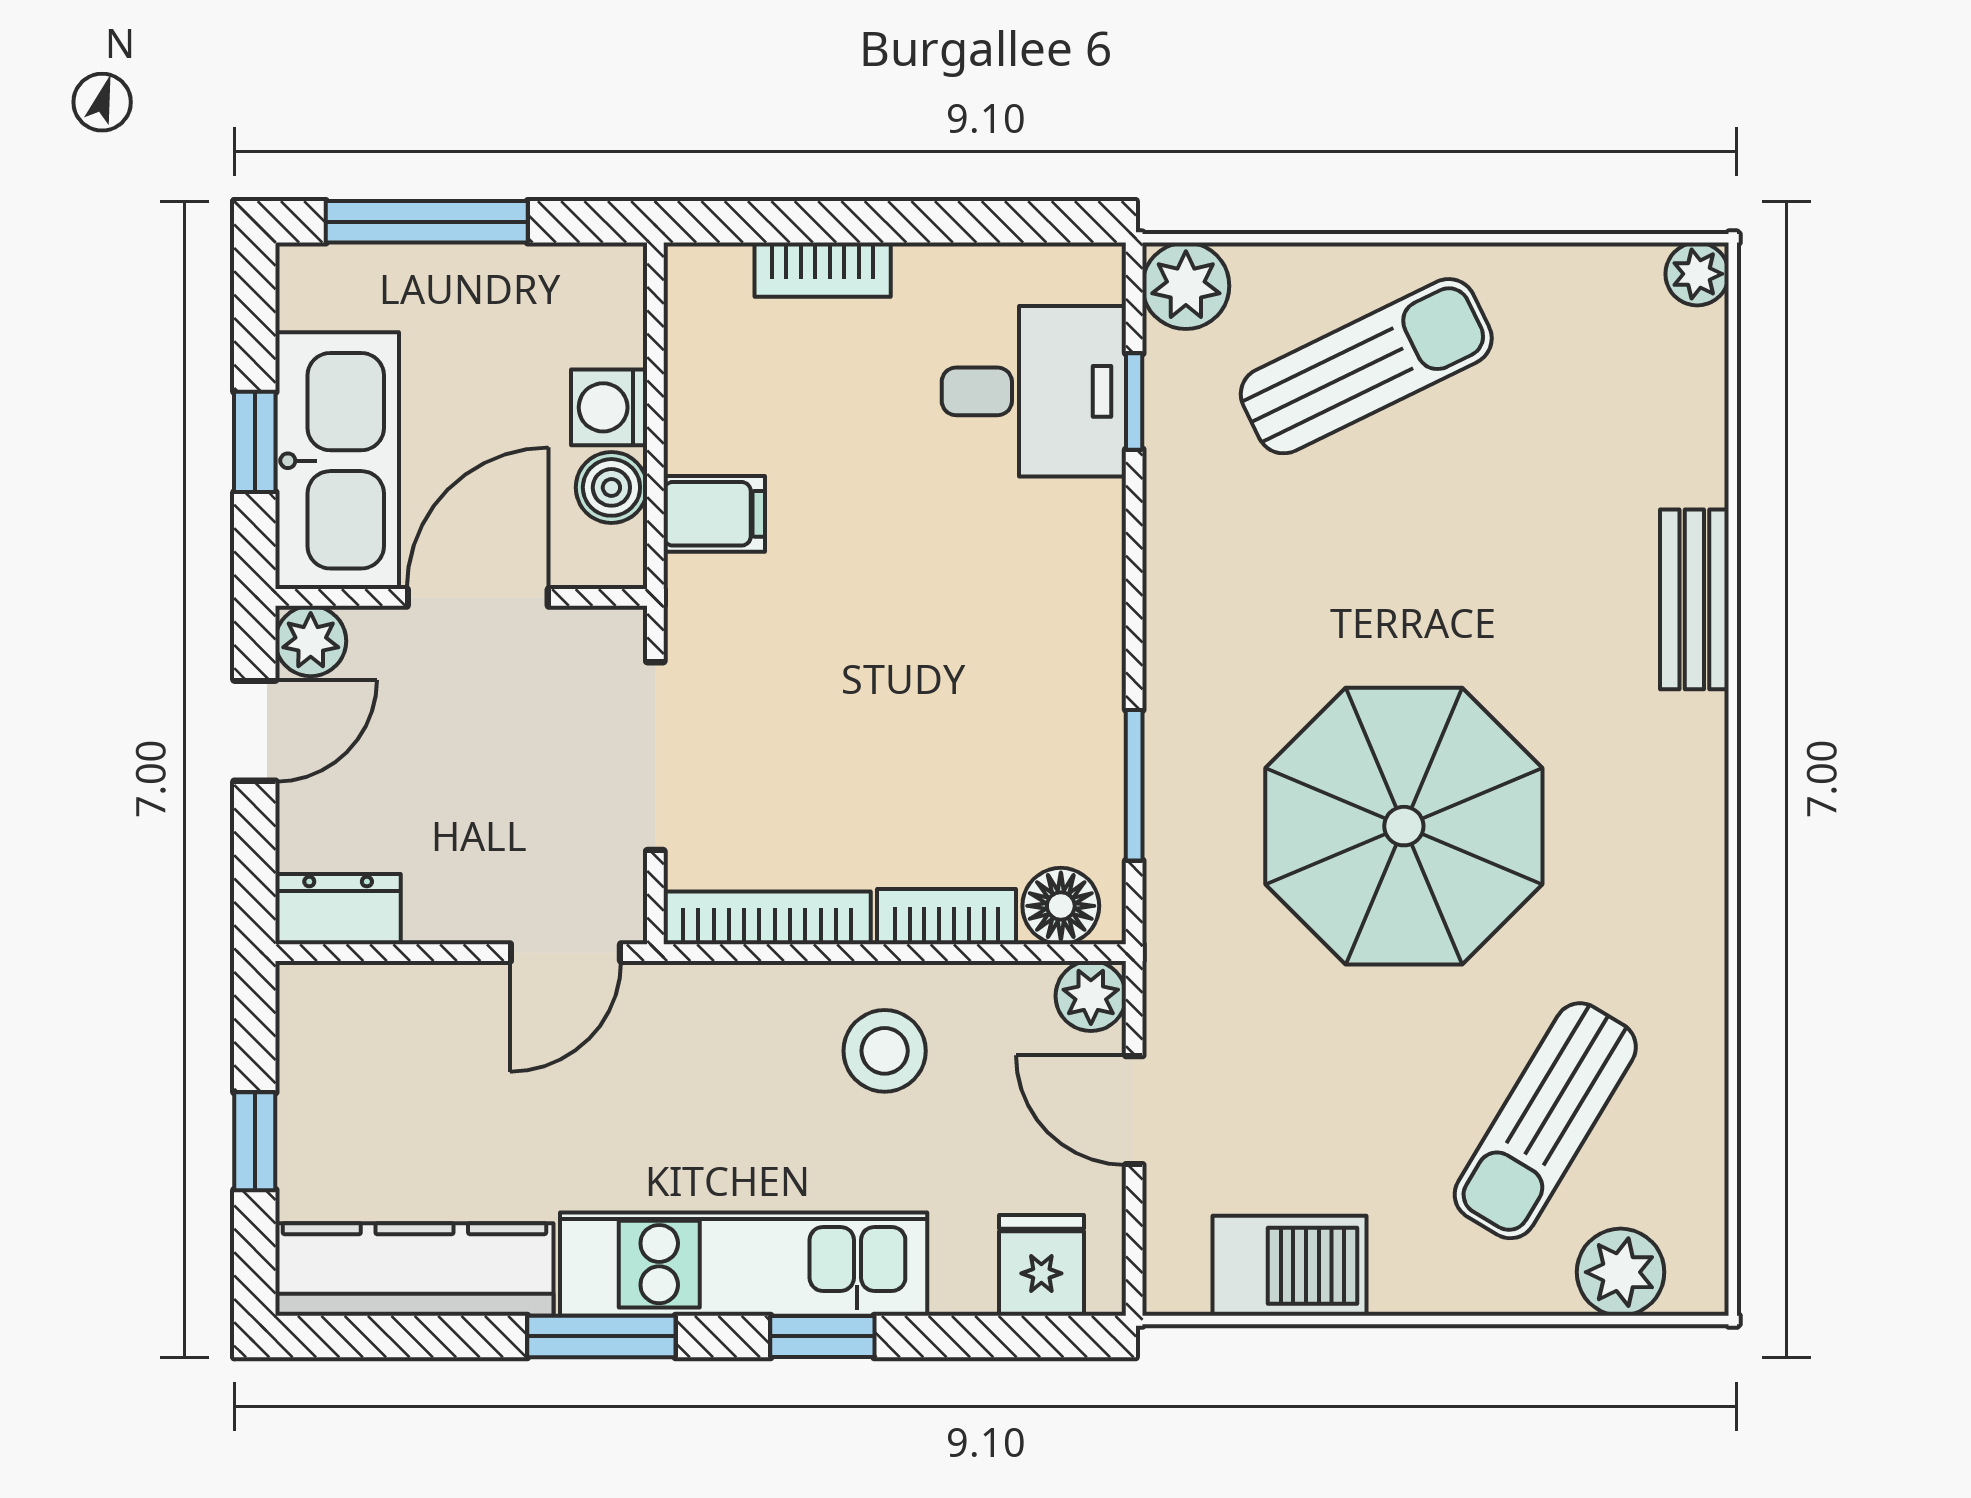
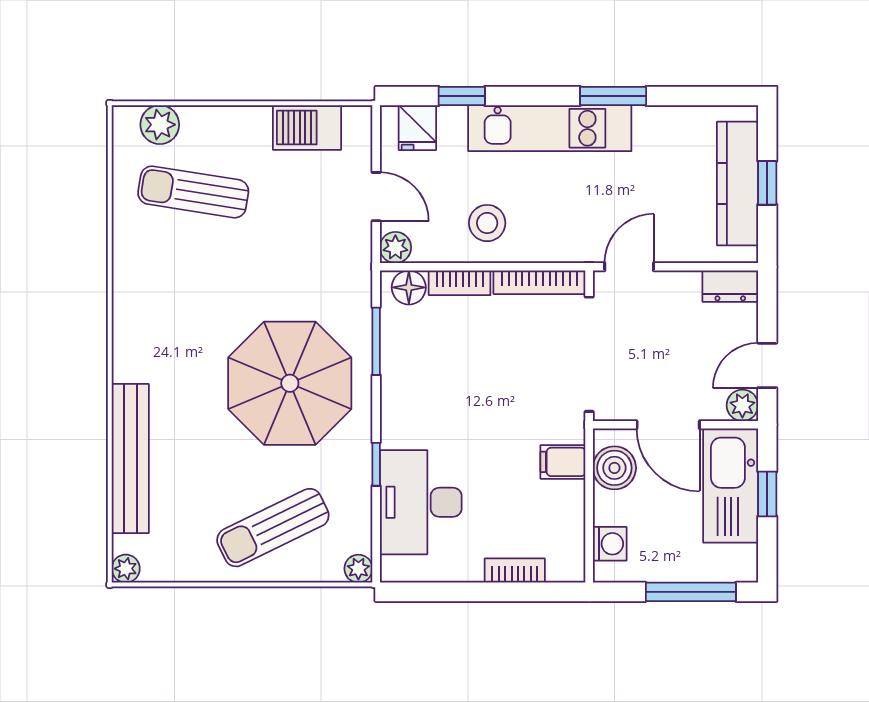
plant: (1186, 286) -> (358, 569), width x0.73, depth x0.73
desk: (1034, 391) -> (421, 502), width x1.37
window: (1134, 401) -> (376, 464), moved
washing machine: (609, 407) -> (610, 544), moved
boiler: (611, 487) -> (614, 468), width x1.36, depth x1.36
door: (478, 597) -> (668, 425), hinge flipped
bench: (1694, 599) -> (130, 458), width x1.86, depth x1.21
doorway: (655, 756) -> (589, 354), width x1.36
parasol: (1404, 826) -> (290, 383), moved
sun lounger: (1545, 1121) -> (193, 192), turned -112
kitchen counter: (414, 1270) -> (737, 184), moved, turned 90
window: (822, 1336) -> (462, 96), moved

